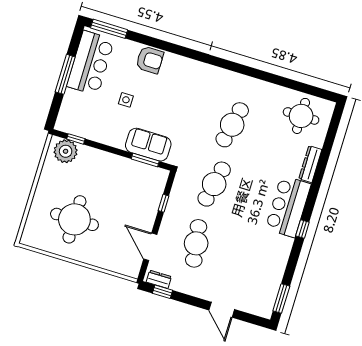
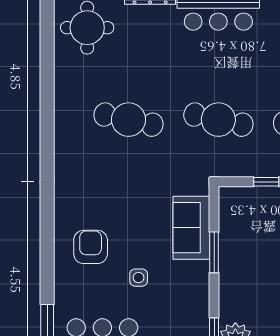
armchair: (150, 60) -> (91, 247), moved
window: (145, 160) -> (214, 252), moved

